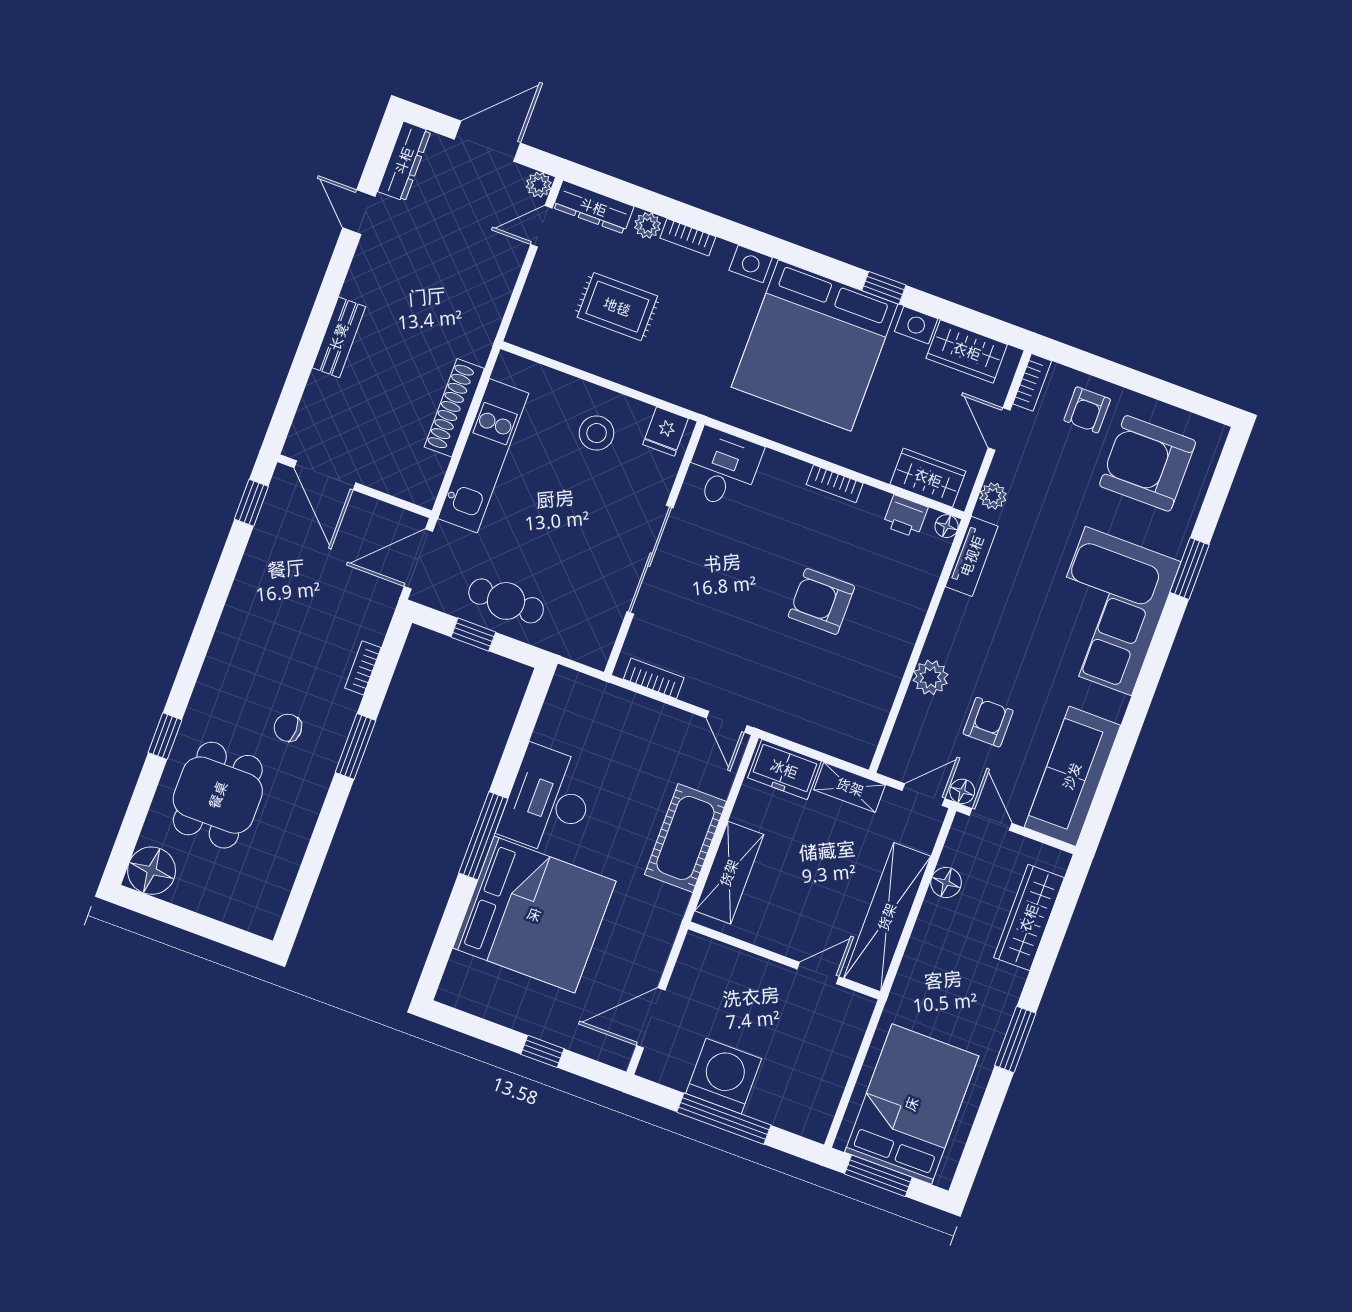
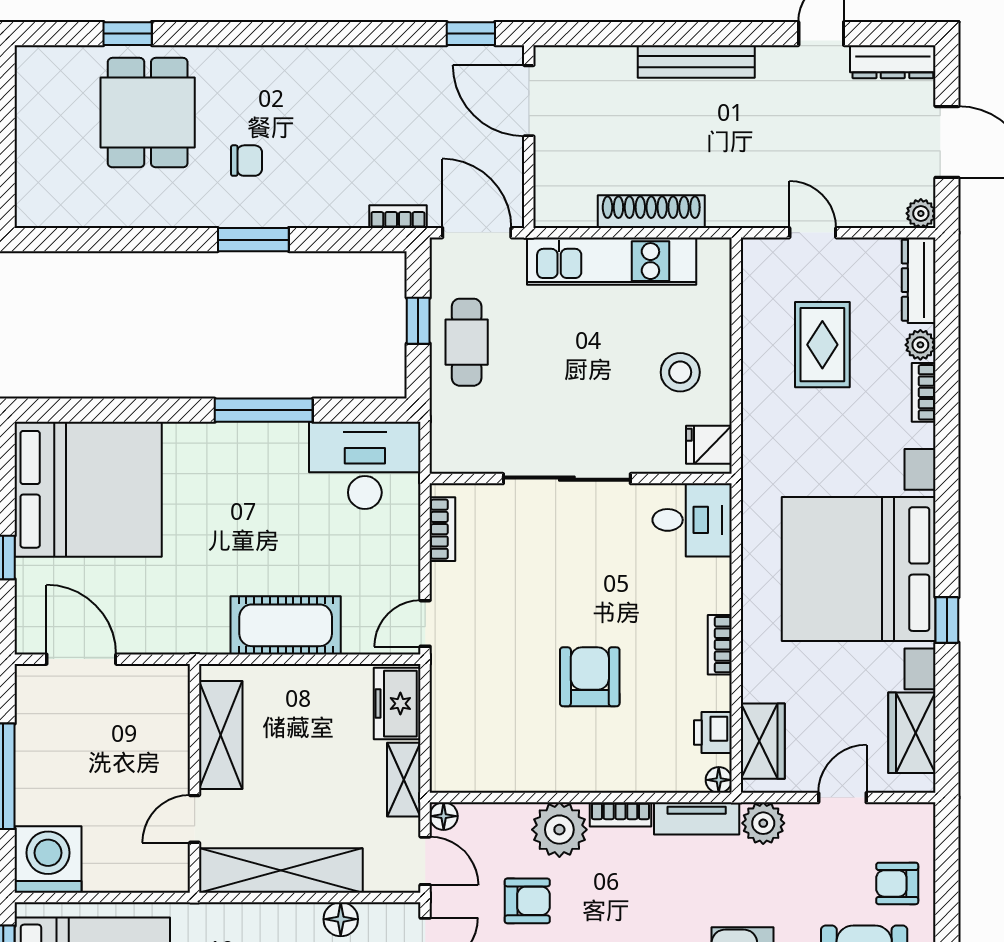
door: (541, 226) -> (813, 233), moved
bench: (339, 337) -> (696, 61), width x1.36
bookcase: (1032, 382) -> (620, 814), moved
door: (325, 475) -> (529, 101), hinge flipped
plant: (993, 496) -> (763, 823), width x1.38, depth x1.38
bookcase: (363, 668) -> (398, 217), moved
plant: (931, 677) -> (559, 830), width x1.36, depth x1.36
chair: (288, 728) -> (247, 161), turned 90
window: (165, 736) -> (128, 34), moved
floor lamp: (962, 791) -> (444, 816), moved
dining table: (218, 795) -> (148, 113), turned 90
desk: (548, 801) -> (365, 465), moved
window: (483, 836) -> (264, 410), moved
floor lamp: (152, 871) -> (42, 72), removed
shelving: (729, 873) -> (221, 735), moved, turned 90
bed: (534, 915) -> (88, 489), moved, turned -90
door: (818, 973) -> (195, 819), swing flipped
washing machine: (724, 1076) -> (48, 859), moved, turned -90

